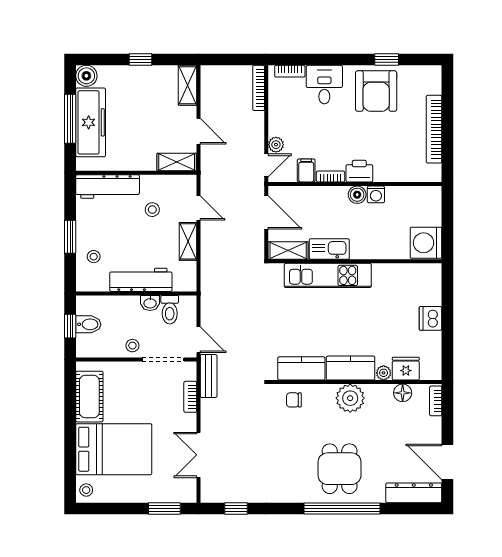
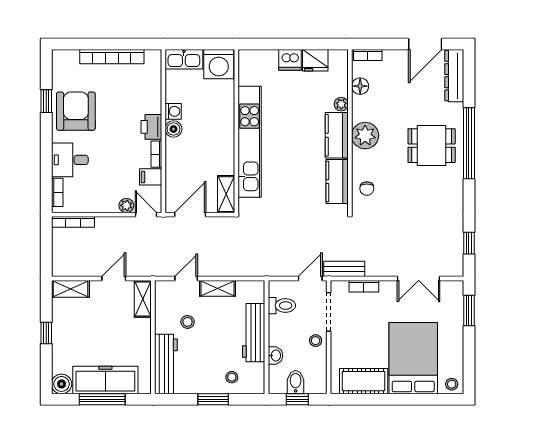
armchair: (376, 91) -> (76, 111), turned -90
kitchen sink: (329, 249) -> (184, 59), moved, turned -90
kitchen unit: (328, 275) -> (250, 142), width x1.36
washbasin: (150, 303) -> (275, 355), moved
fridge: (406, 369) -> (315, 60), moved, turned -90

